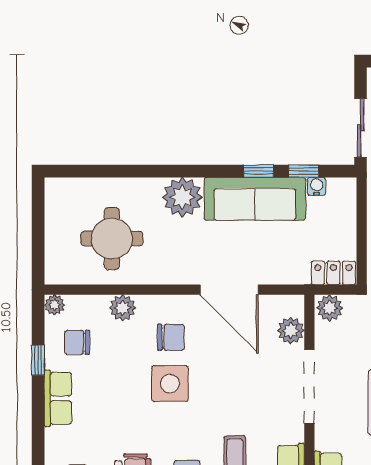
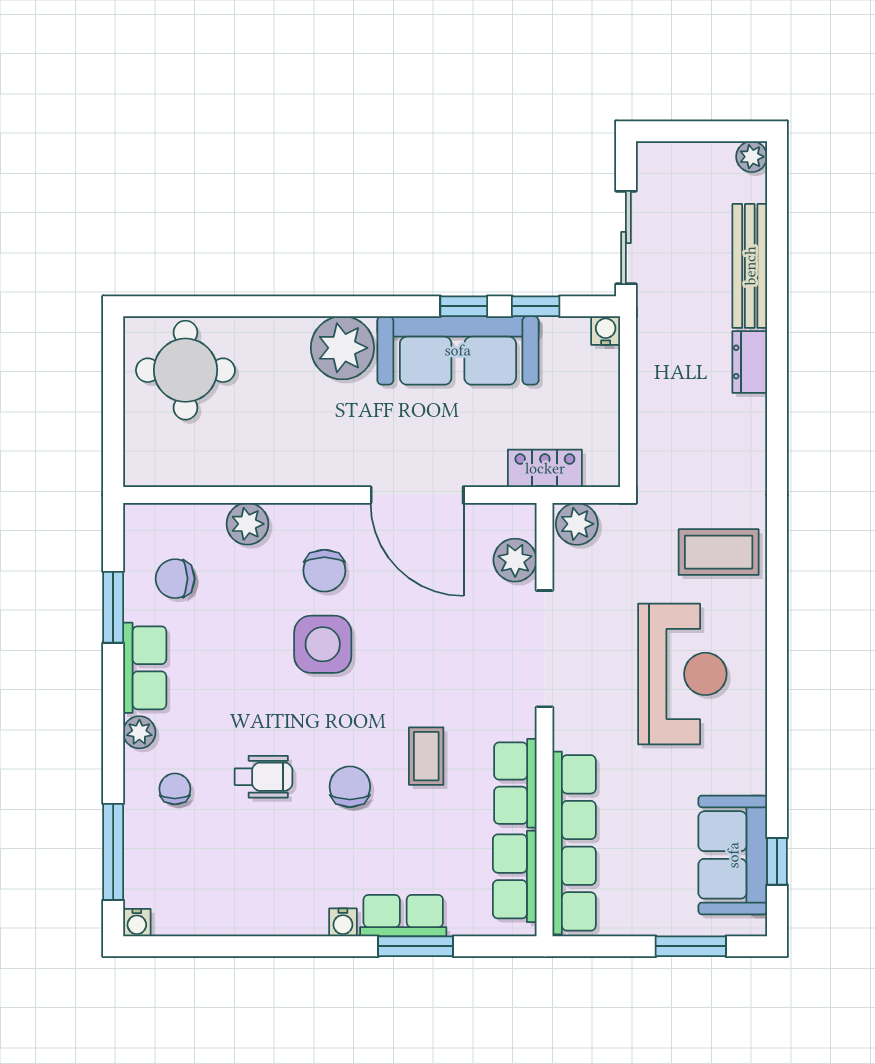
water cooler: (317, 186) -> (606, 331), moved
round table: (112, 239) -> (185, 370), moved
locker: (333, 273) -> (545, 468), moved
plant: (55, 305) -> (139, 732), moved
chair: (171, 337) -> (324, 571), turned 90
window: (38, 360) -> (113, 607), width x1.50

